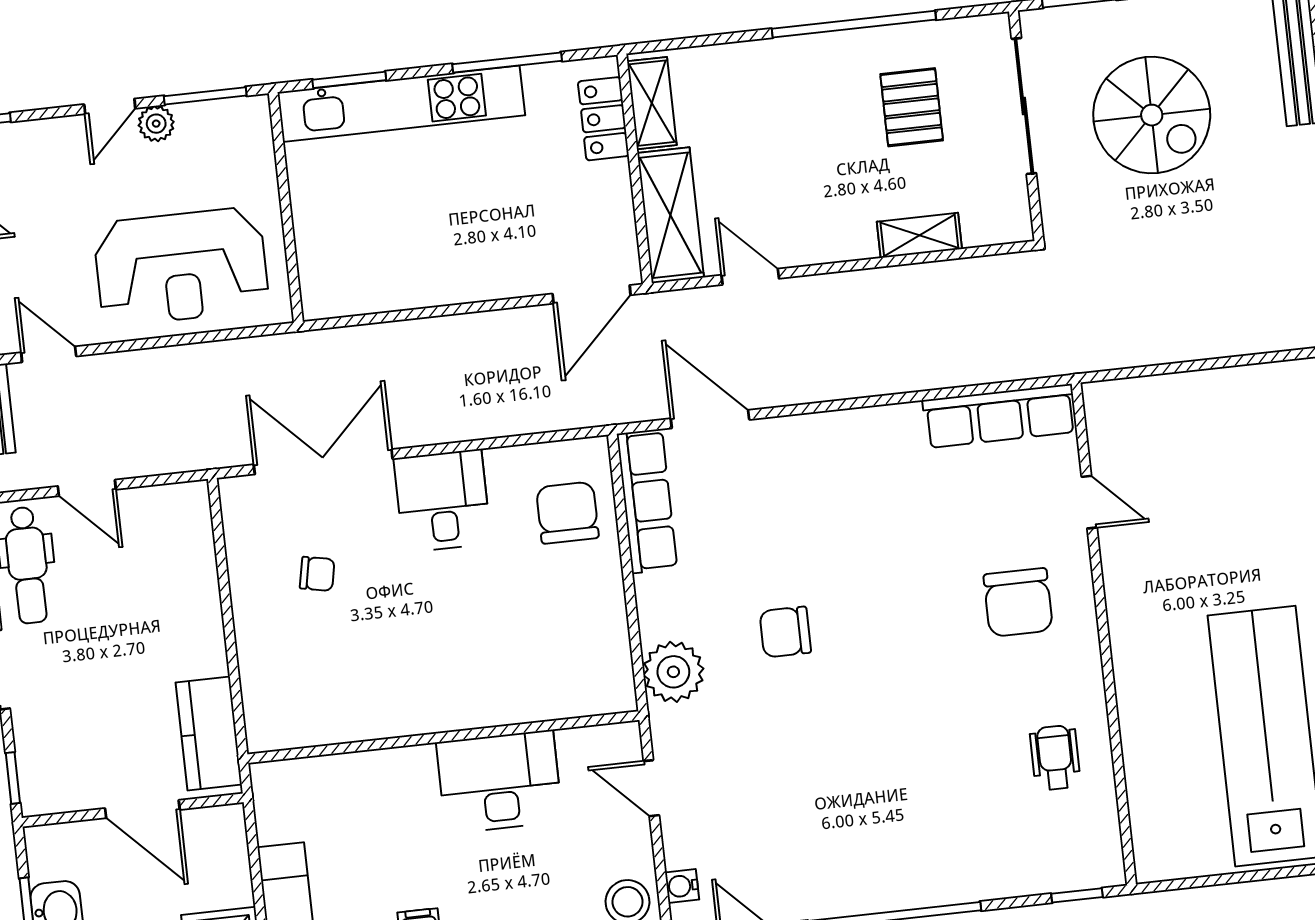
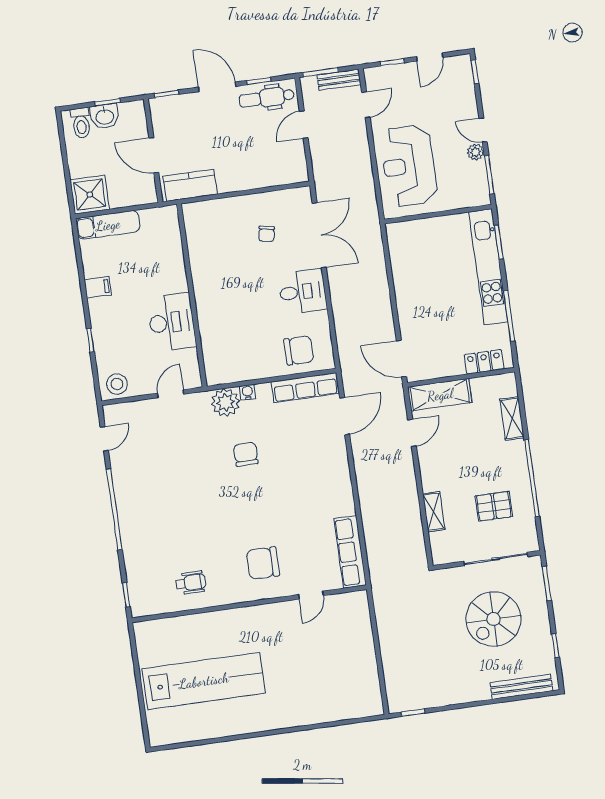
shelving: (652, 103) -> (512, 419), moved, turned 90
door: (142, 809) -> (154, 155), hinge flipped
water cooler: (682, 886) -> (247, 392), moved

